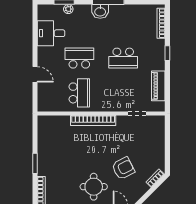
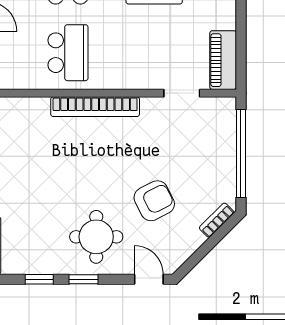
piano: (158, 86) -> (223, 60), moved
window: (167, 144) -> (241, 154), added

